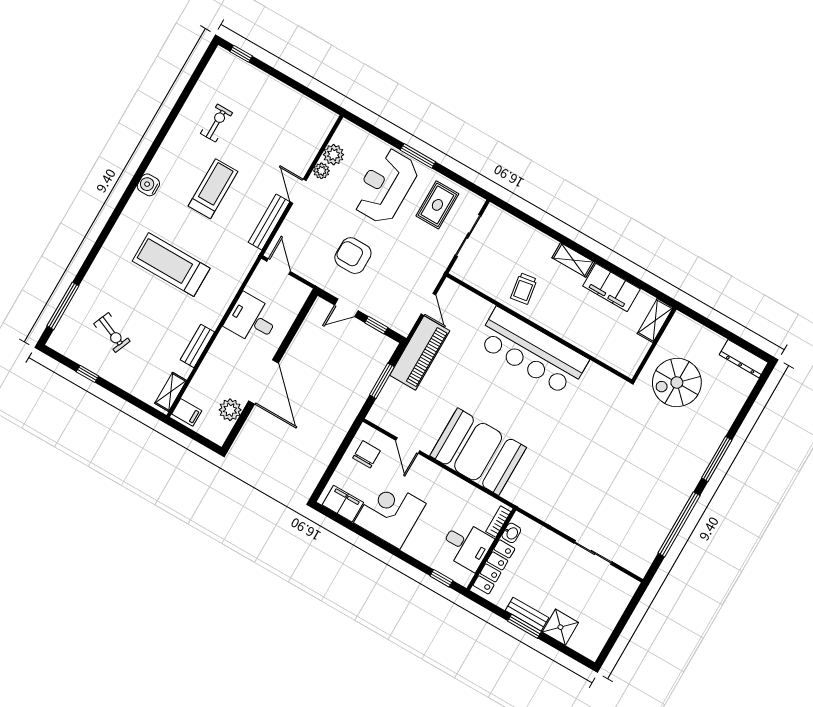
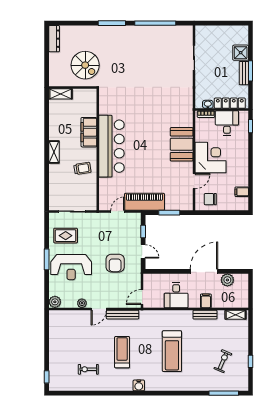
plant: (334, 155) -> (55, 302), moved
treadmill: (213, 189) -> (122, 352), turned 90
filing cabinet: (611, 287) -> (89, 132), moved, turned 180
filing cabinet: (187, 412) -> (206, 301), moved
booth: (478, 452) -> (182, 144), width x0.73, depth x0.70
filing cabinet: (343, 504) -> (242, 192), width x0.50
corner desk: (390, 513) -> (211, 158), moved, turned 180

